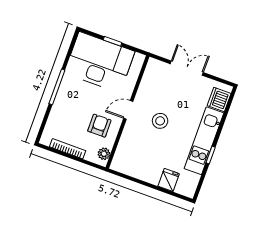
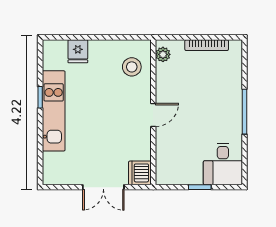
desk: (100, 62) -> (223, 164), width x0.53, depth x0.77
dishwasher: (219, 99) -> (140, 173), moved, turned 180
stool: (160, 121) -> (132, 67), moved
armchair: (99, 126) -> (180, 85), removed

